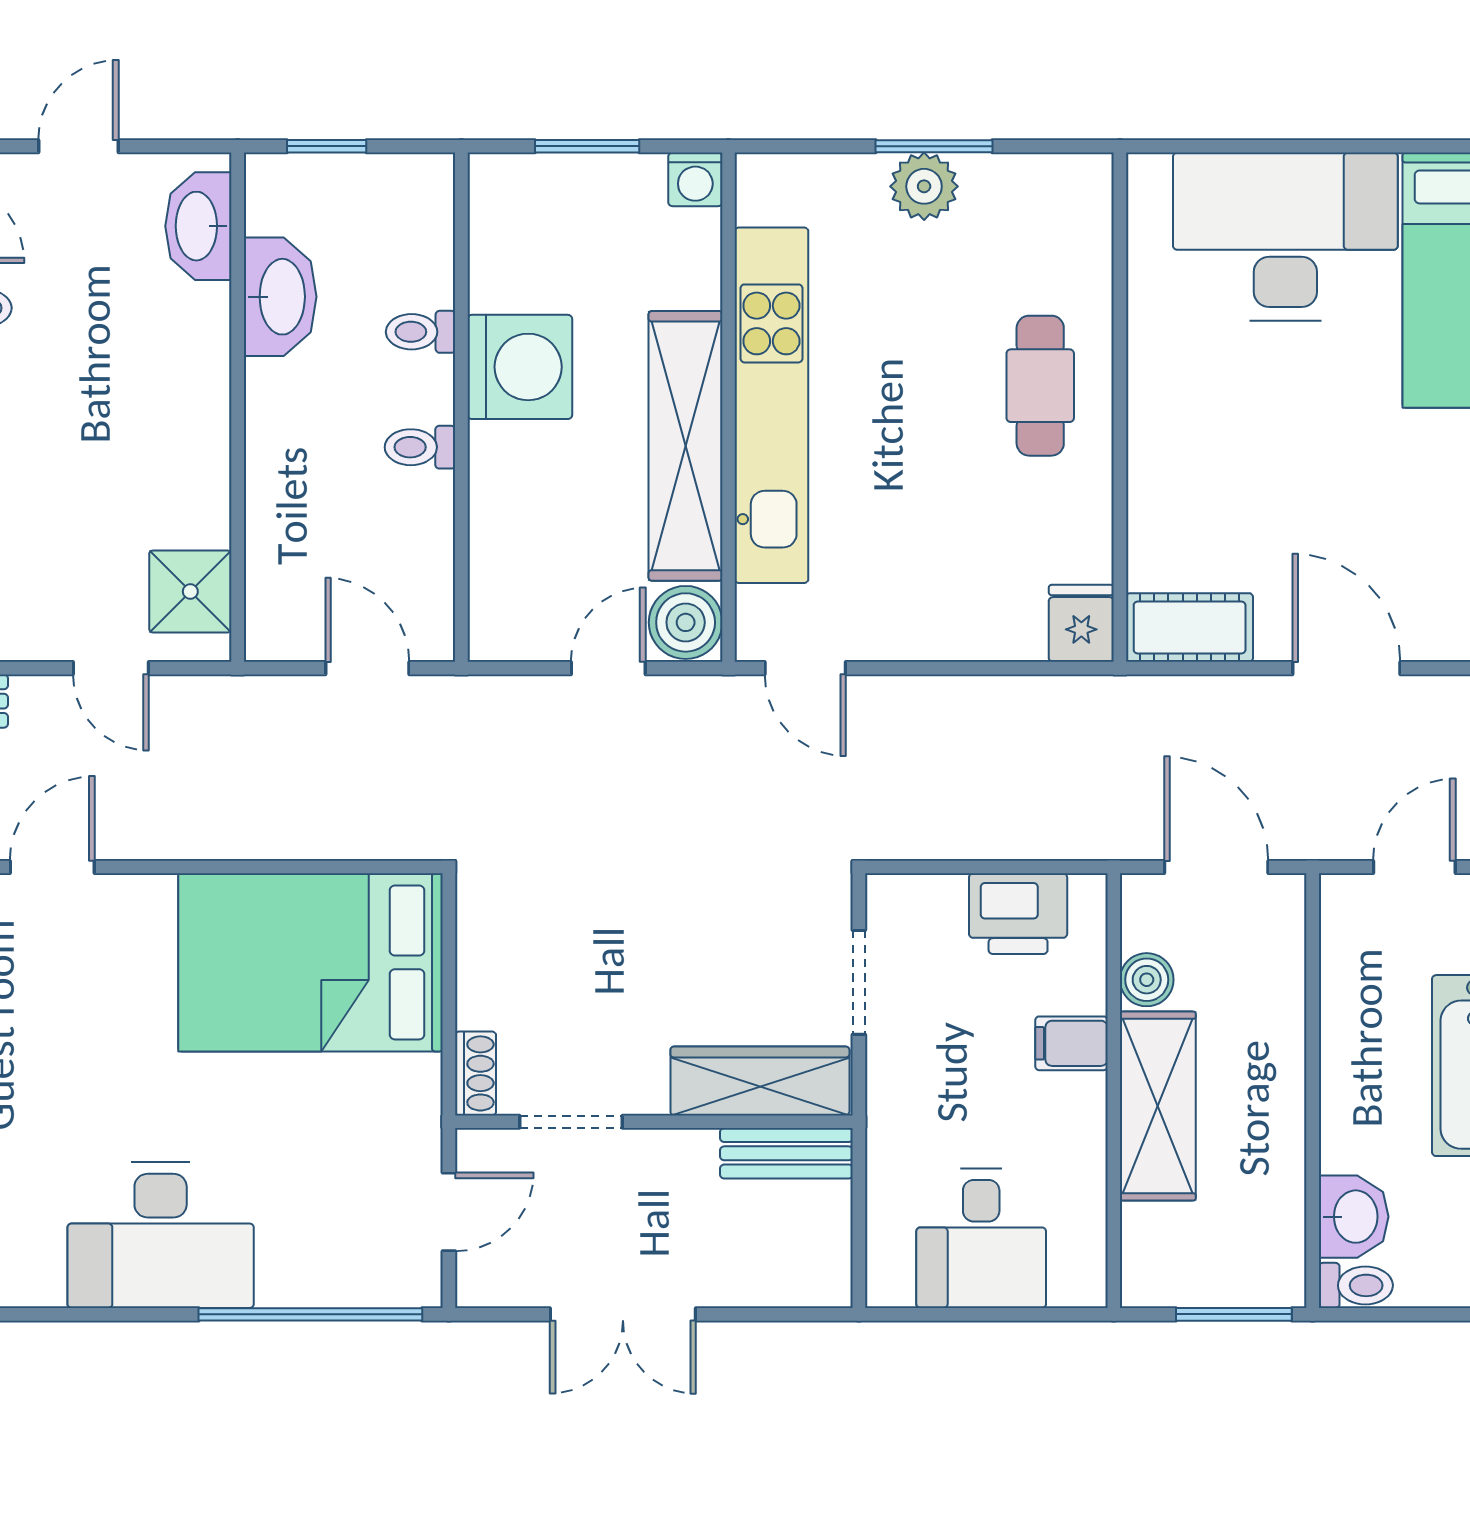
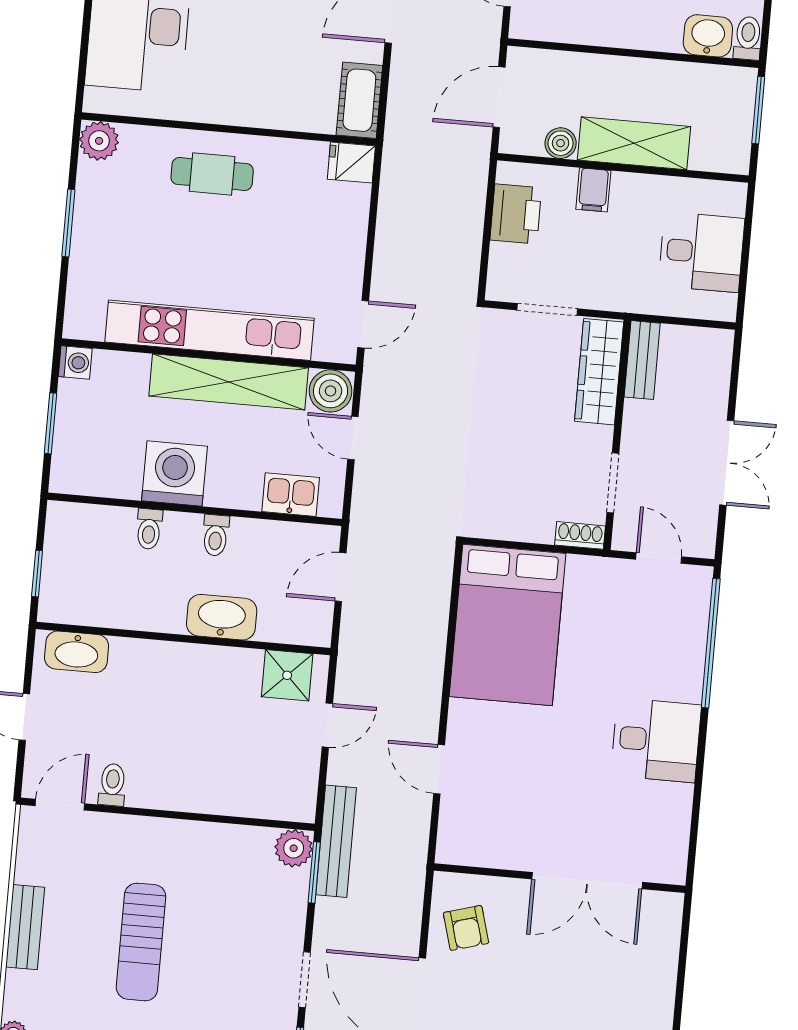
plant: (924, 186) -> (99, 141), moved
washbasin: (280, 297) -> (222, 617), moved
kitchen sink: (501, 570) -> (291, 495), added
desk: (161, 1235) -> (656, 740), width x0.73

